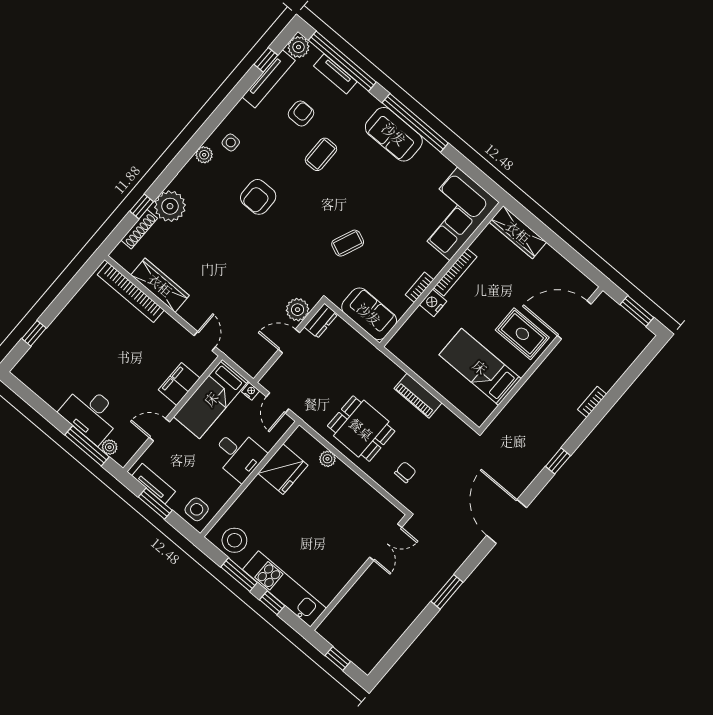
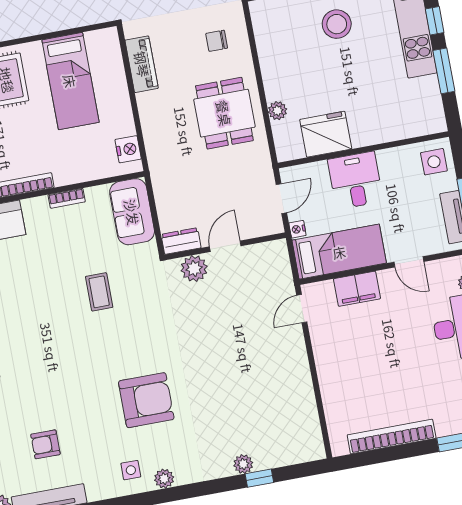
coffee table: (321, 154) -> (58, 392), removed
armchair: (258, 197) -> (146, 400), width x1.36, depth x1.36
plant: (170, 206) -> (243, 464), width x0.53, depth x0.53
shoe rack: (139, 229) -> (278, 459), removed
coffee table: (348, 243) -> (99, 292), turned 67
wardrobe: (160, 285) -> (301, 393), removed
bookcase: (131, 292) -> (392, 437), moved, turned -90
nightstand: (433, 303) -> (128, 149), moved, turned -90
door: (289, 341) -> (225, 246), swing flipped
piano: (418, 396) -> (142, 64), moved
stool: (234, 540) -> (337, 24), moved

